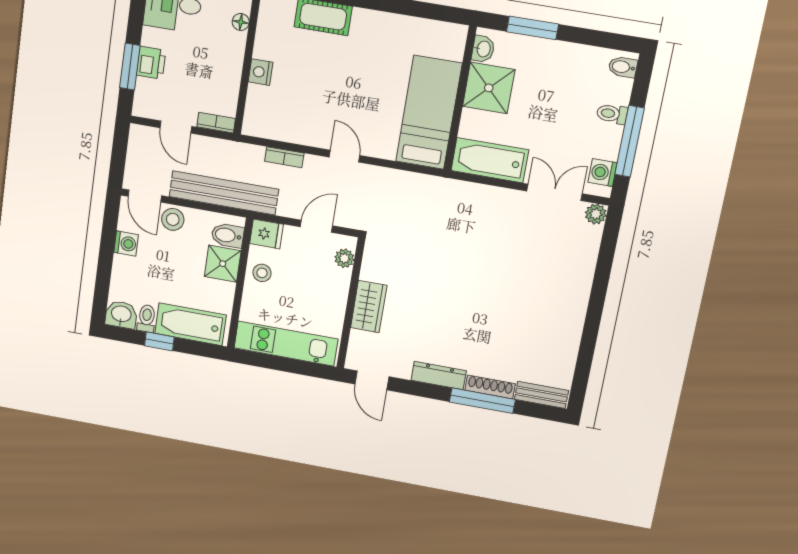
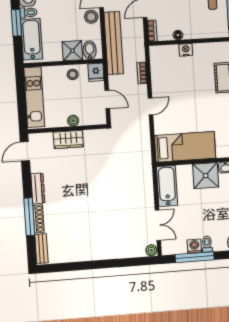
floor lamp: (241, 22) -> (178, 35), moved
washing machine: (603, 172) -> (194, 246), moved
plant: (344, 258) -> (73, 121), moved
window: (159, 341) -> (16, 23), width x1.50

